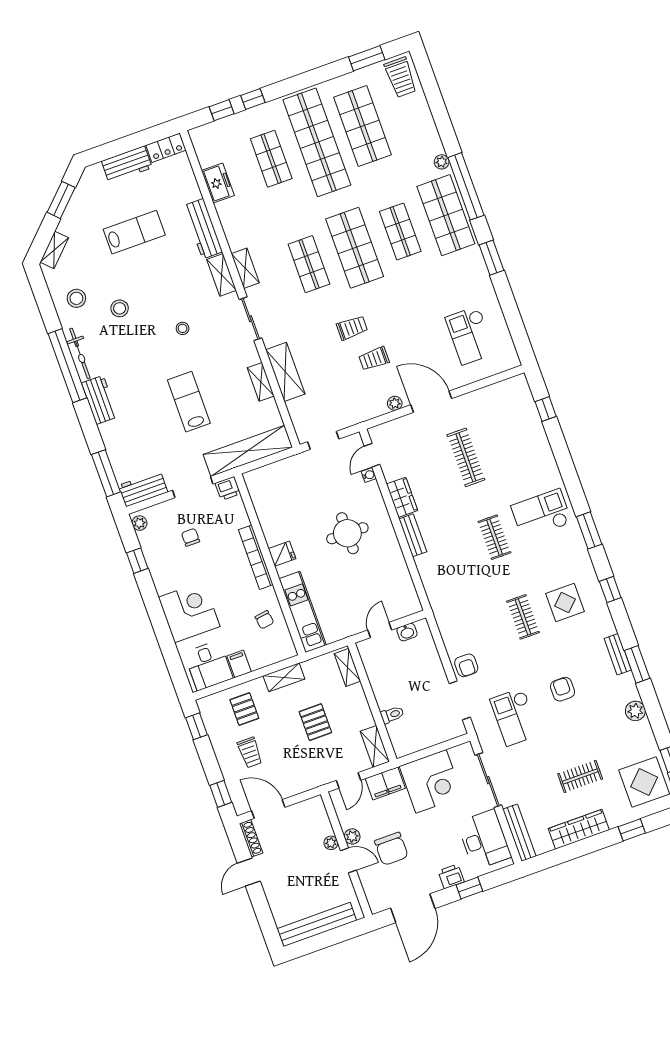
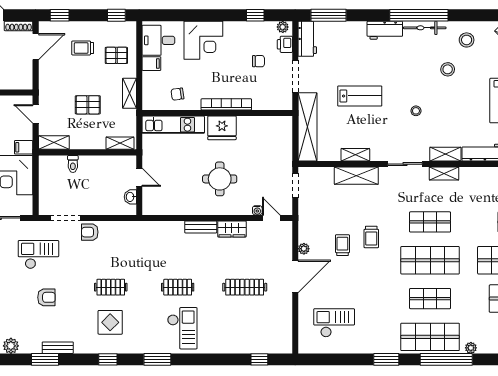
printer: (228, 488) -> (285, 44), moved
fridge: (282, 554) -> (222, 128), width x1.88, depth x1.34
filing cabinet: (385, 783) -> (24, 147), width x0.50

